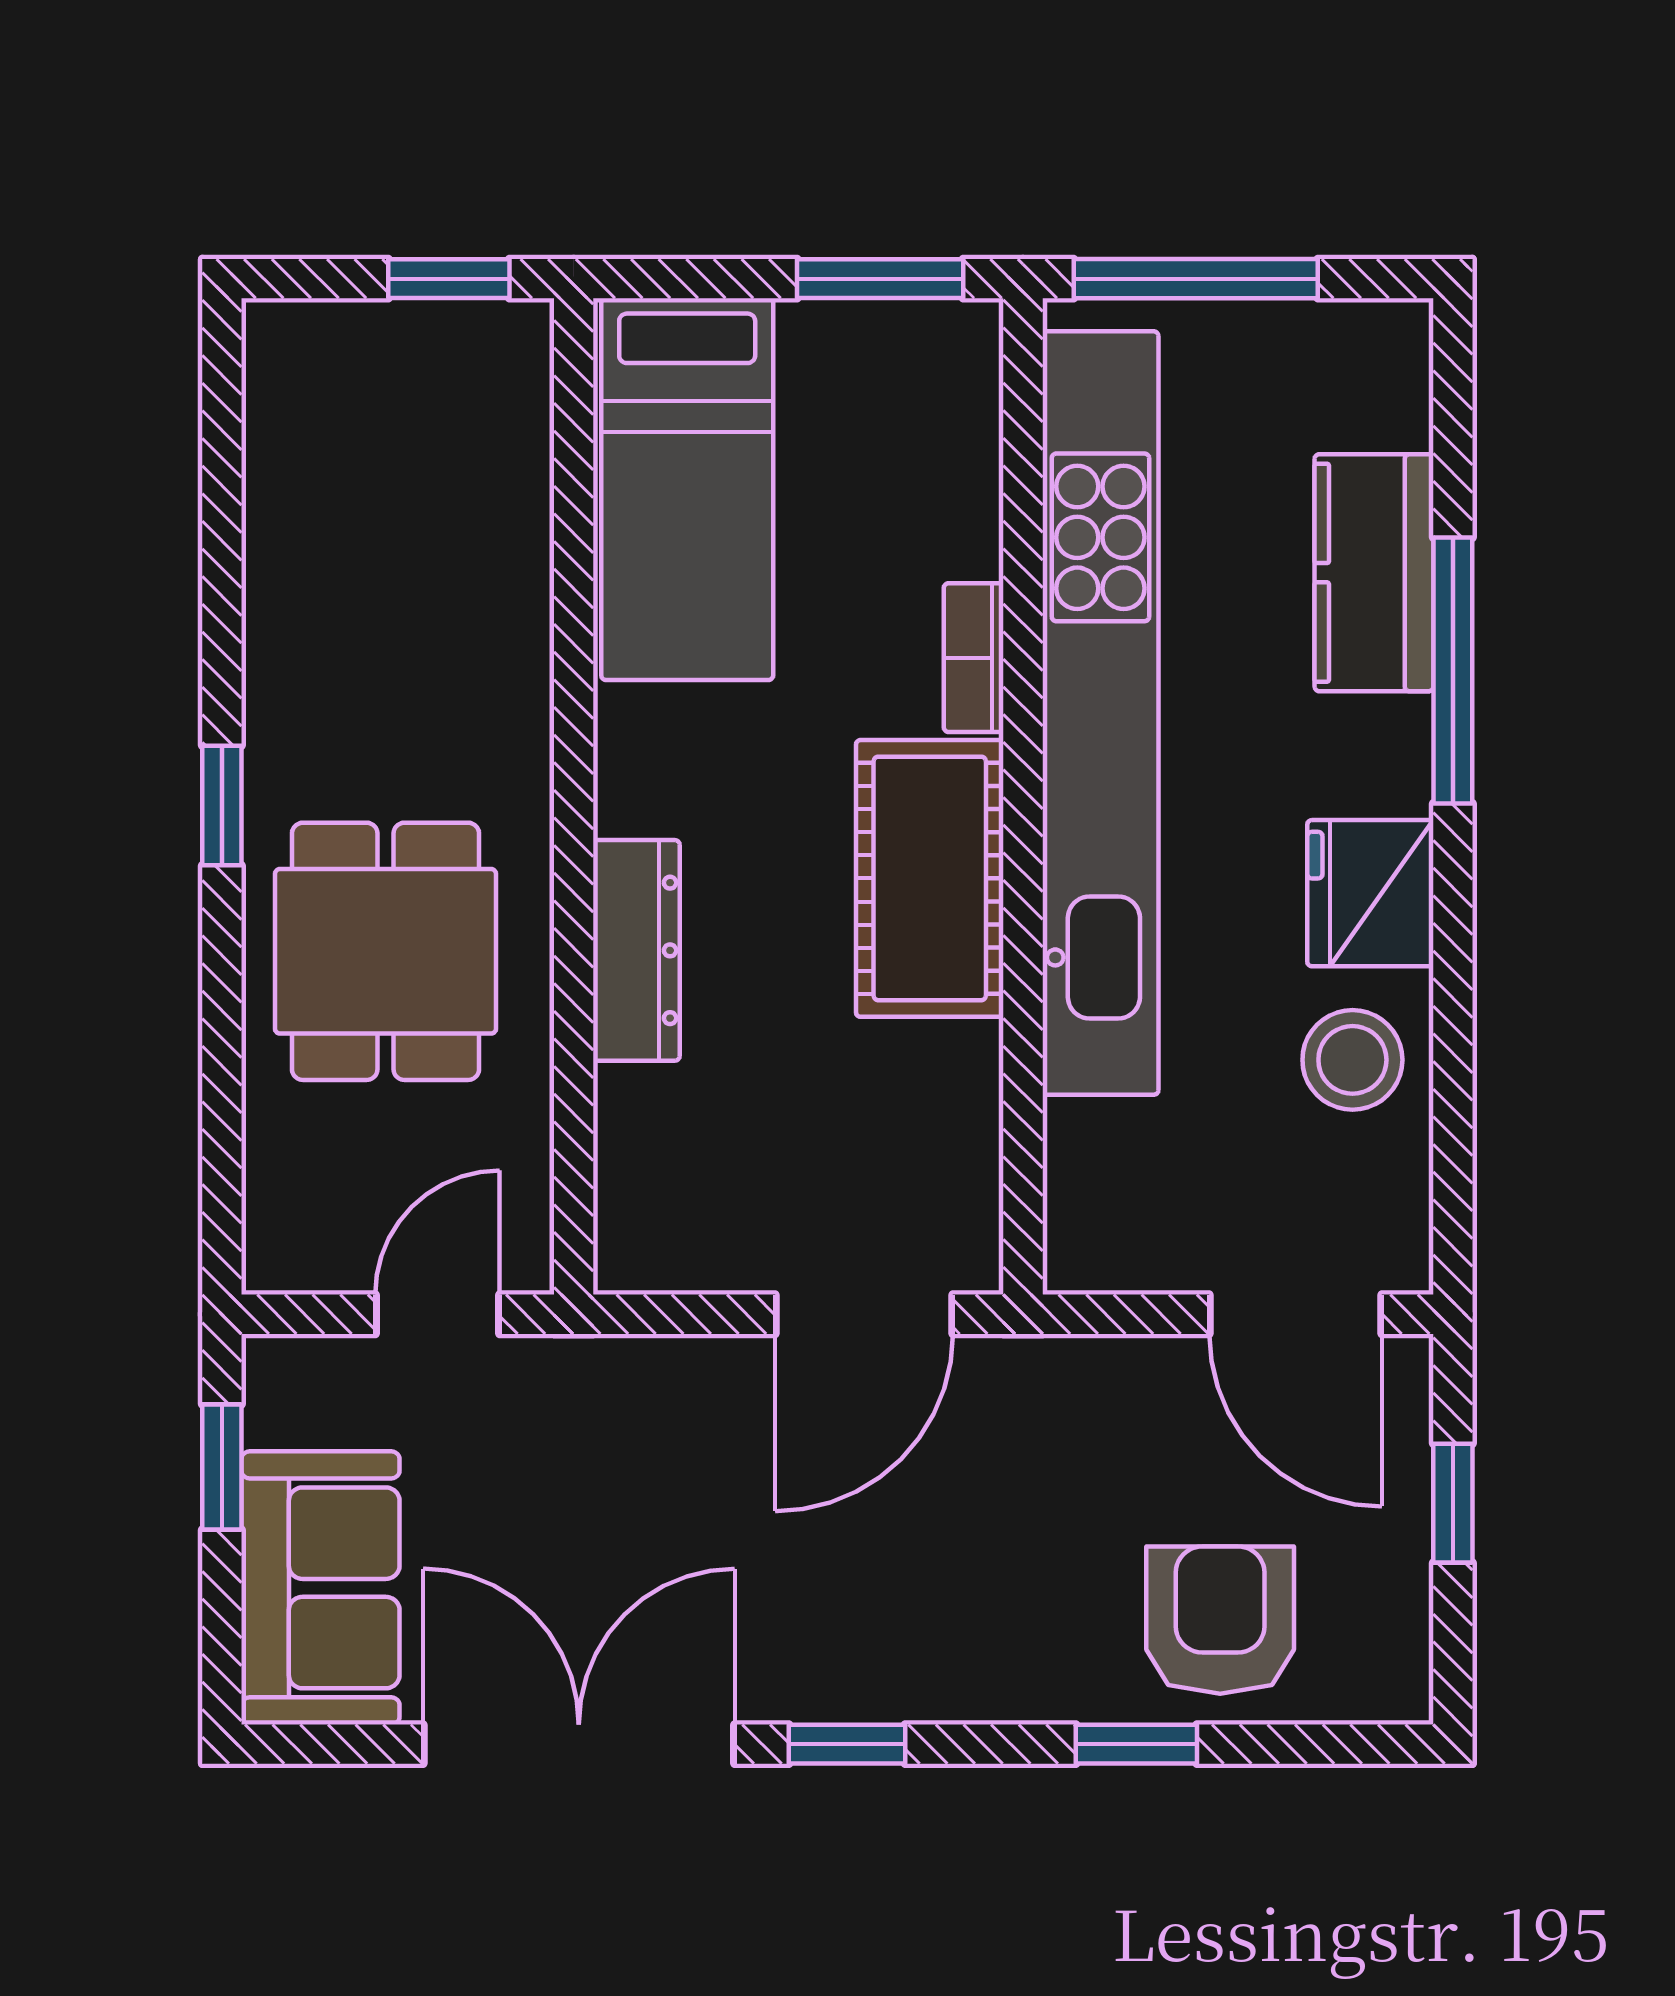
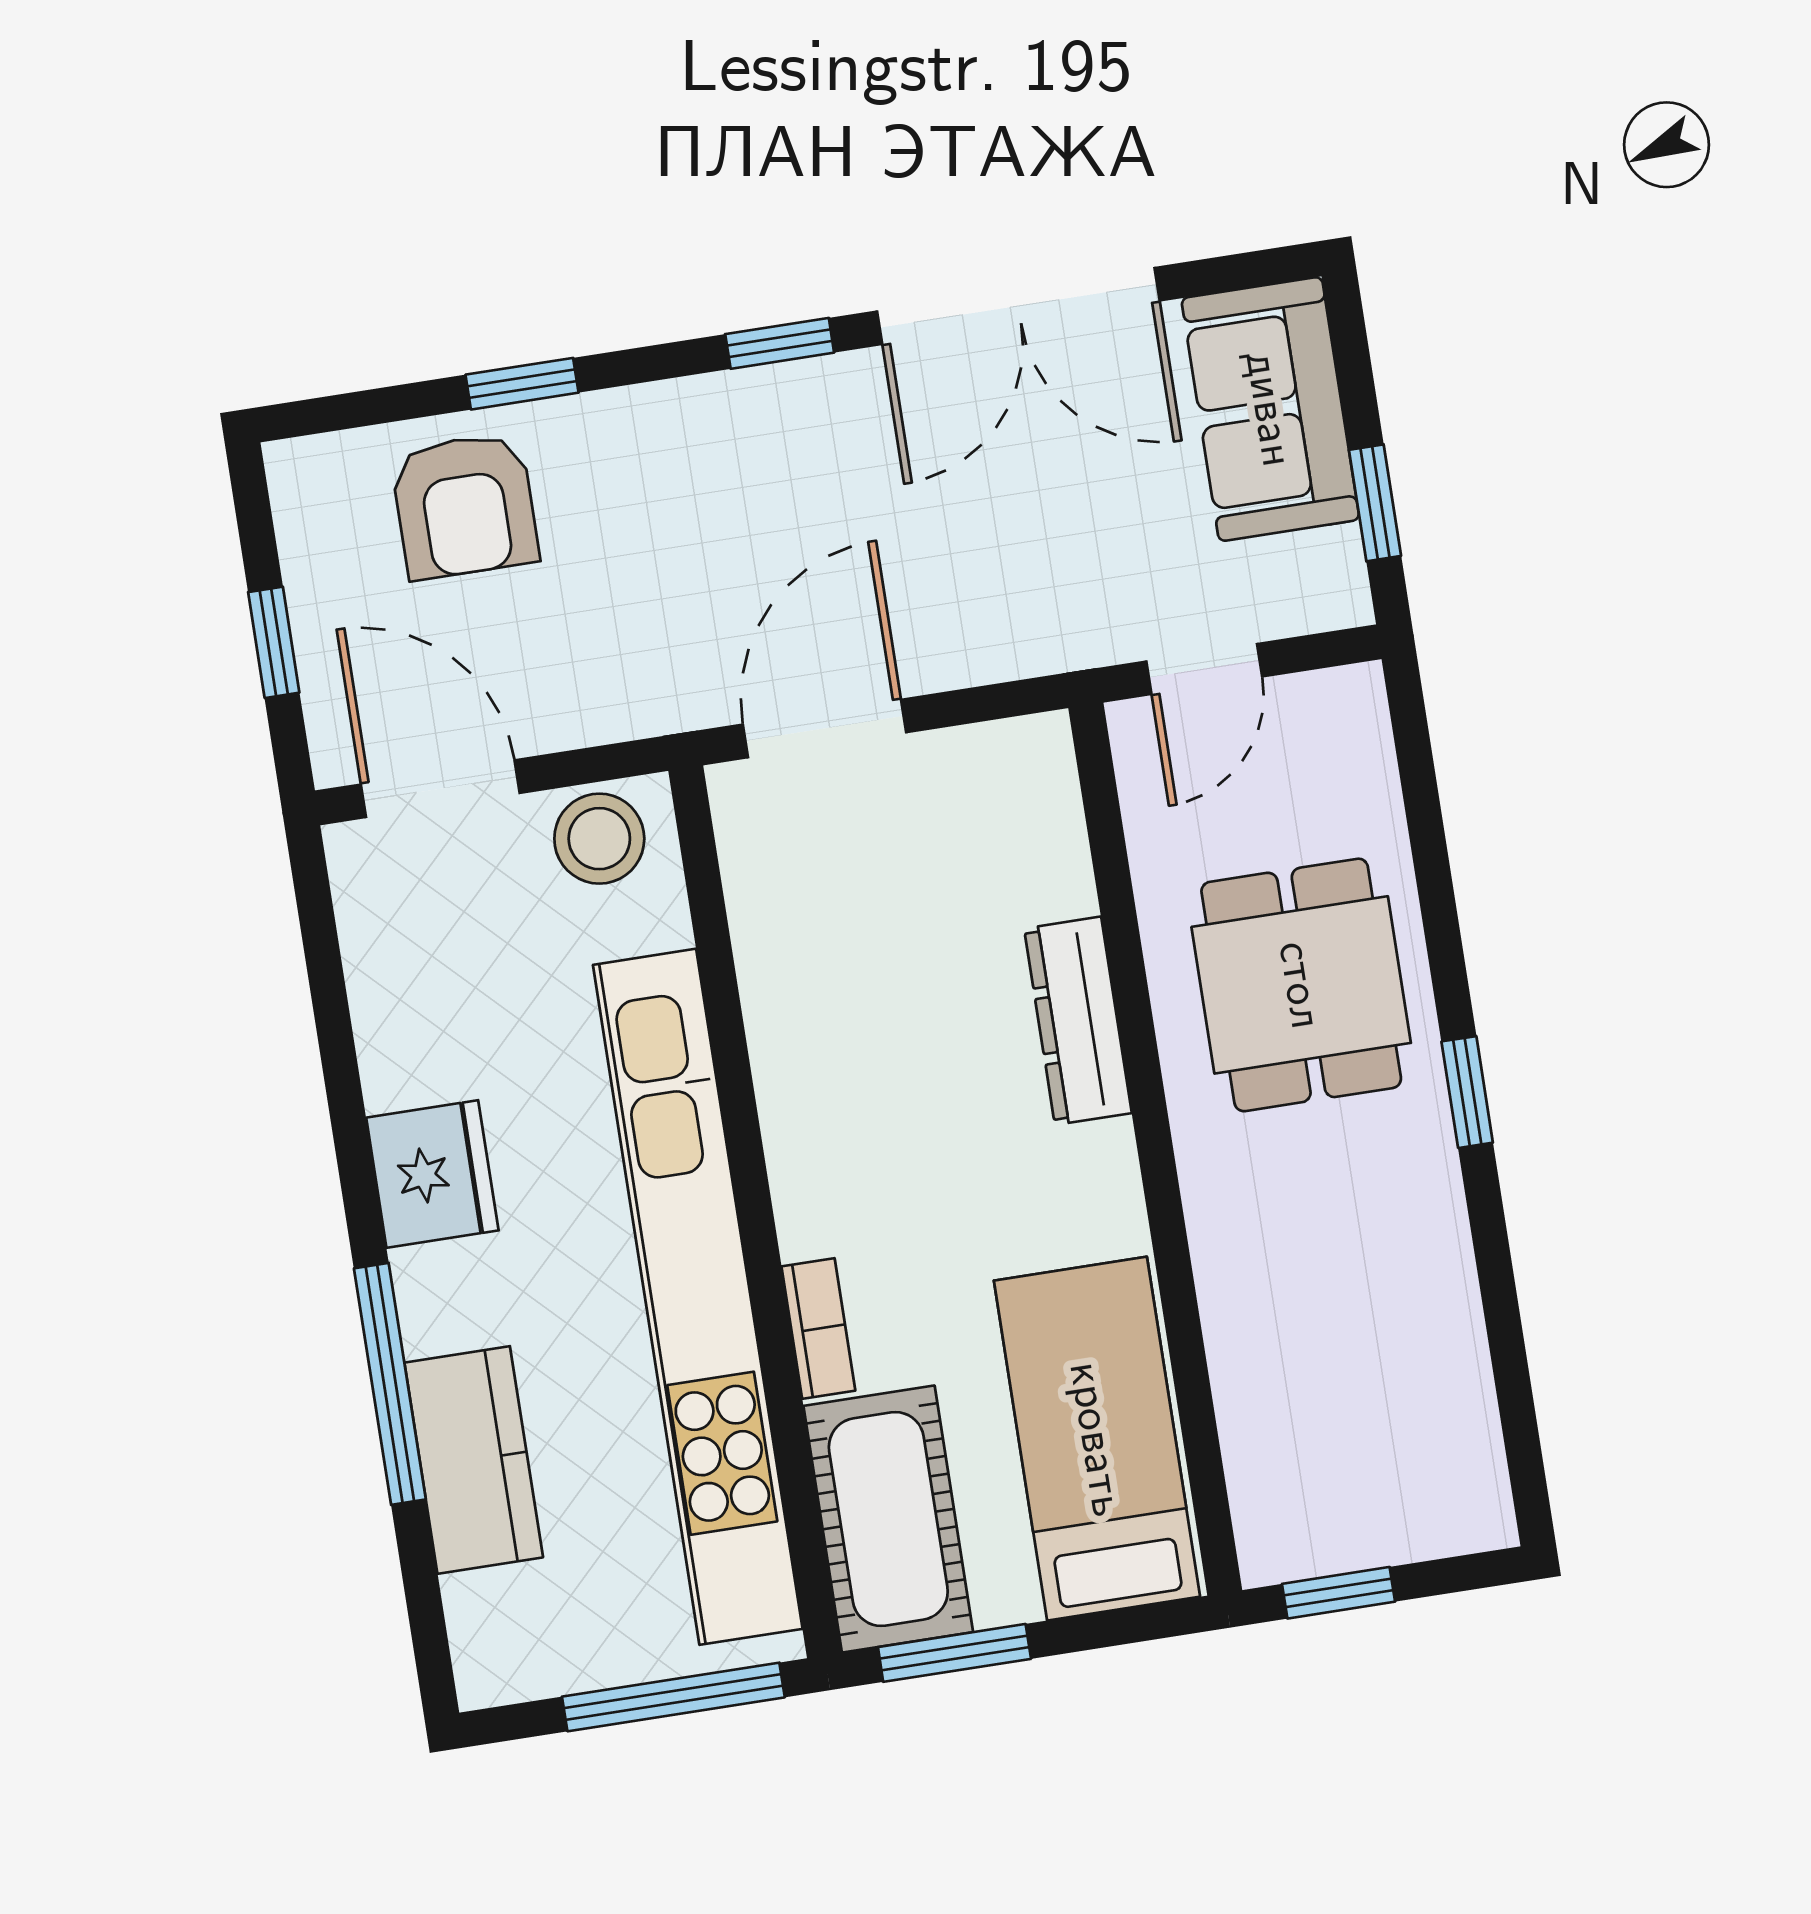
cot: (930, 878) -> (888, 1519), moved
stool: (1352, 1060) -> (599, 839), moved

